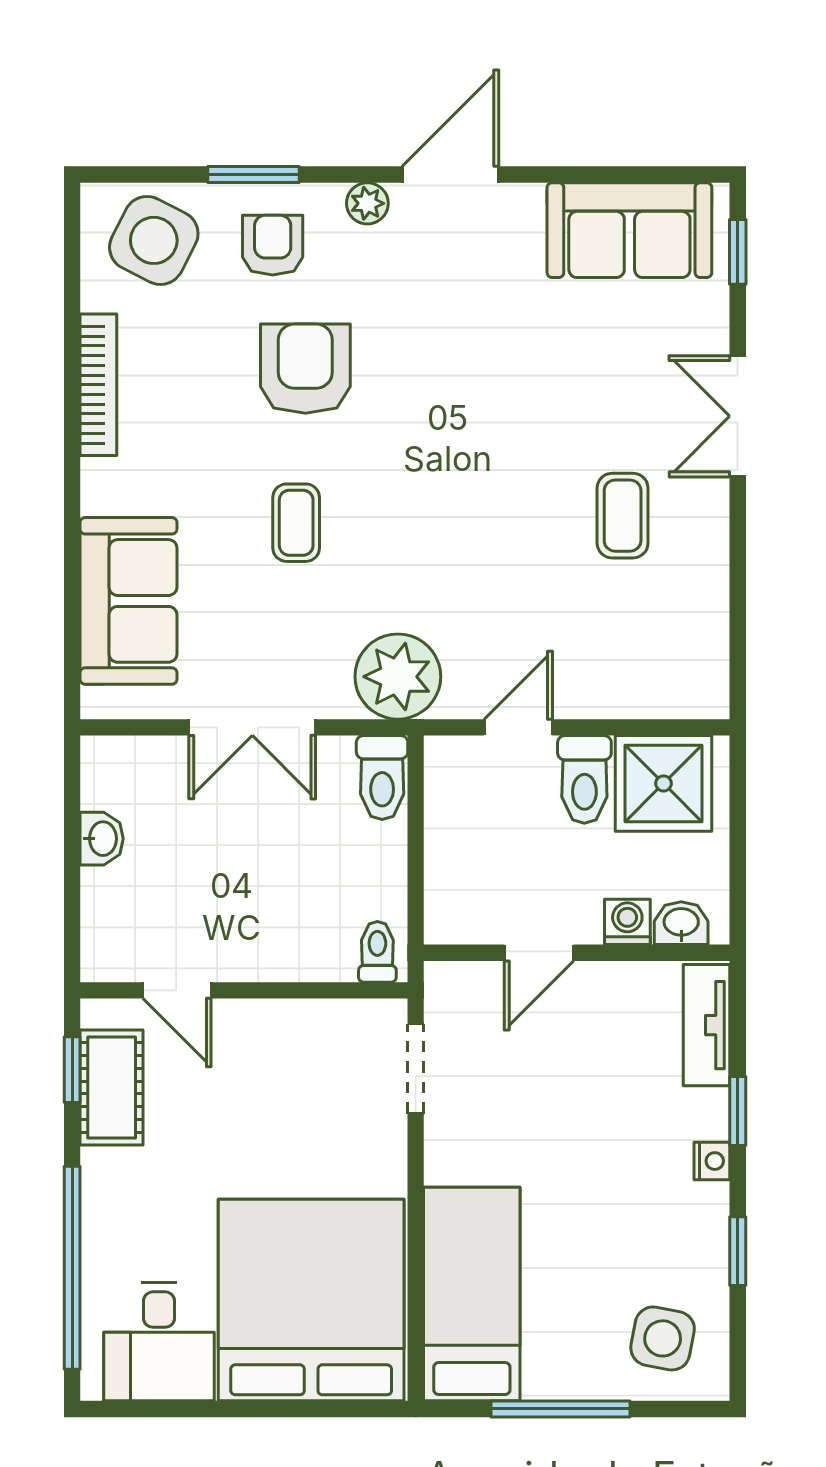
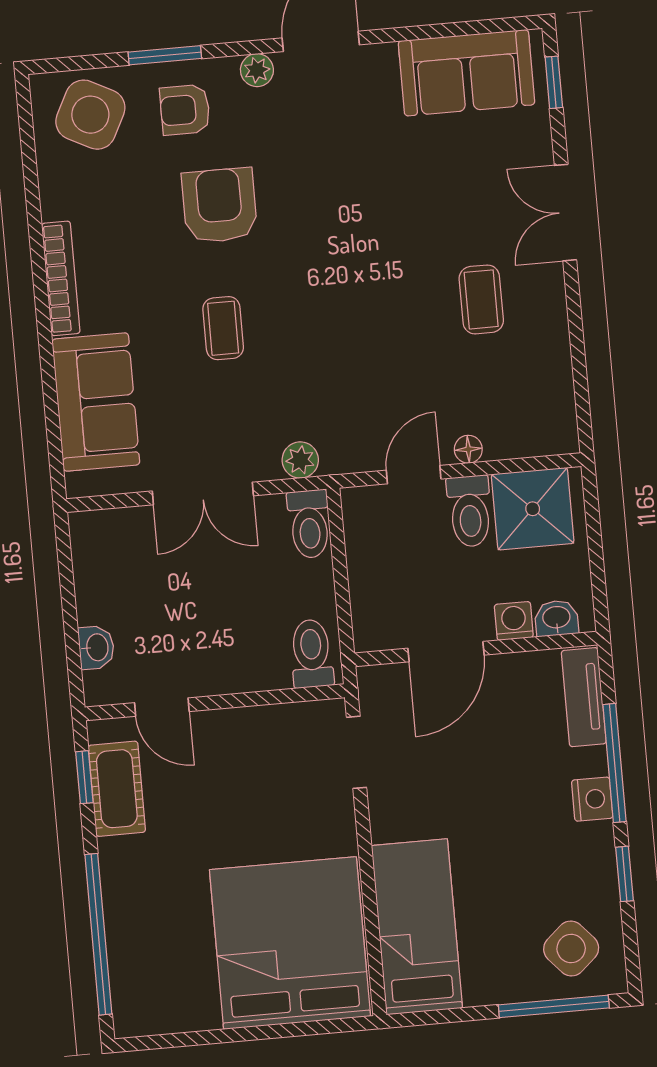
armchair: (273, 245) -> (185, 110), turned -90
bookcase: (98, 385) -> (61, 278), moved
plant: (398, 677) -> (300, 460), width x0.53, depth x0.53
floor lamp: (590, 702) -> (468, 449), added
washbasin: (102, 839) -> (96, 647), moved
toilet: (377, 952) -> (312, 654), width x1.37, depth x1.39
door: (539, 953) -> (446, 652), width x1.38
window: (738, 1111) -> (615, 763), width x2.17
nightstand: (712, 1161) -> (592, 799), width x1.39, depth x1.35
side table: (663, 1338) -> (571, 949), turned 37
desk: (159, 1342) -> (172, 987), removed
window: (560, 1409) -> (554, 1006), moved

